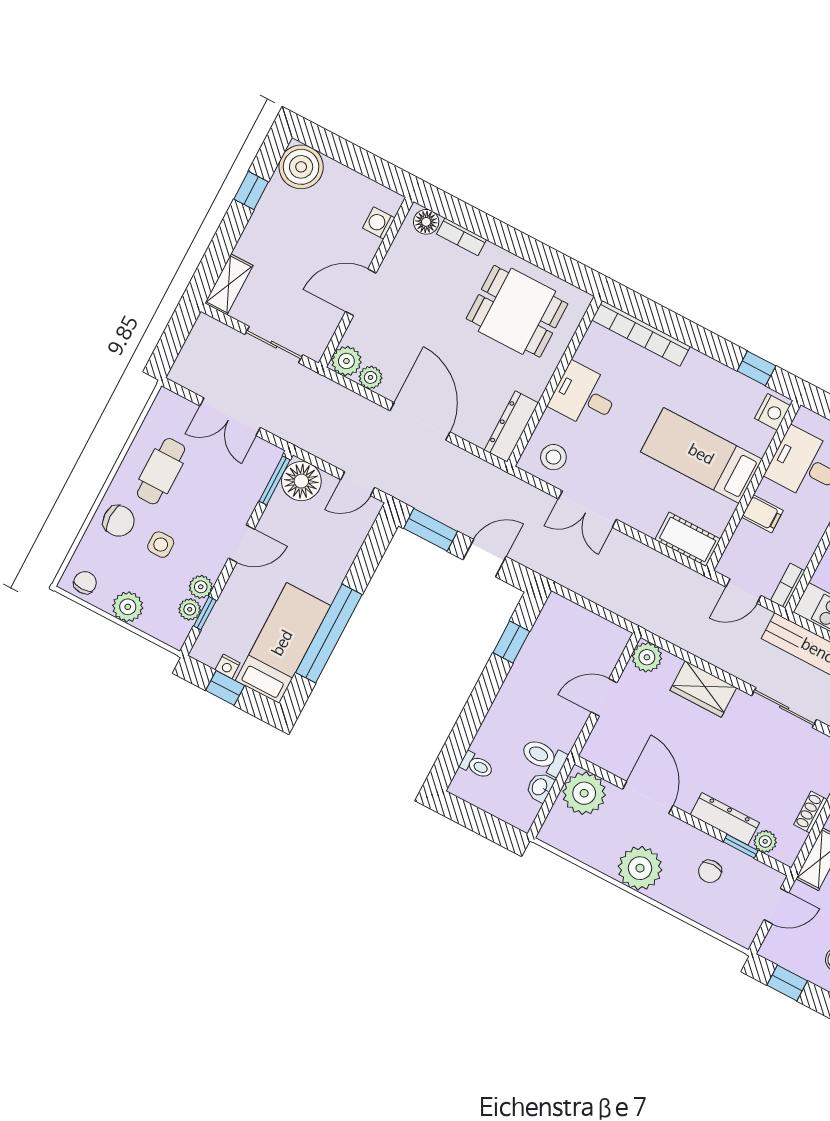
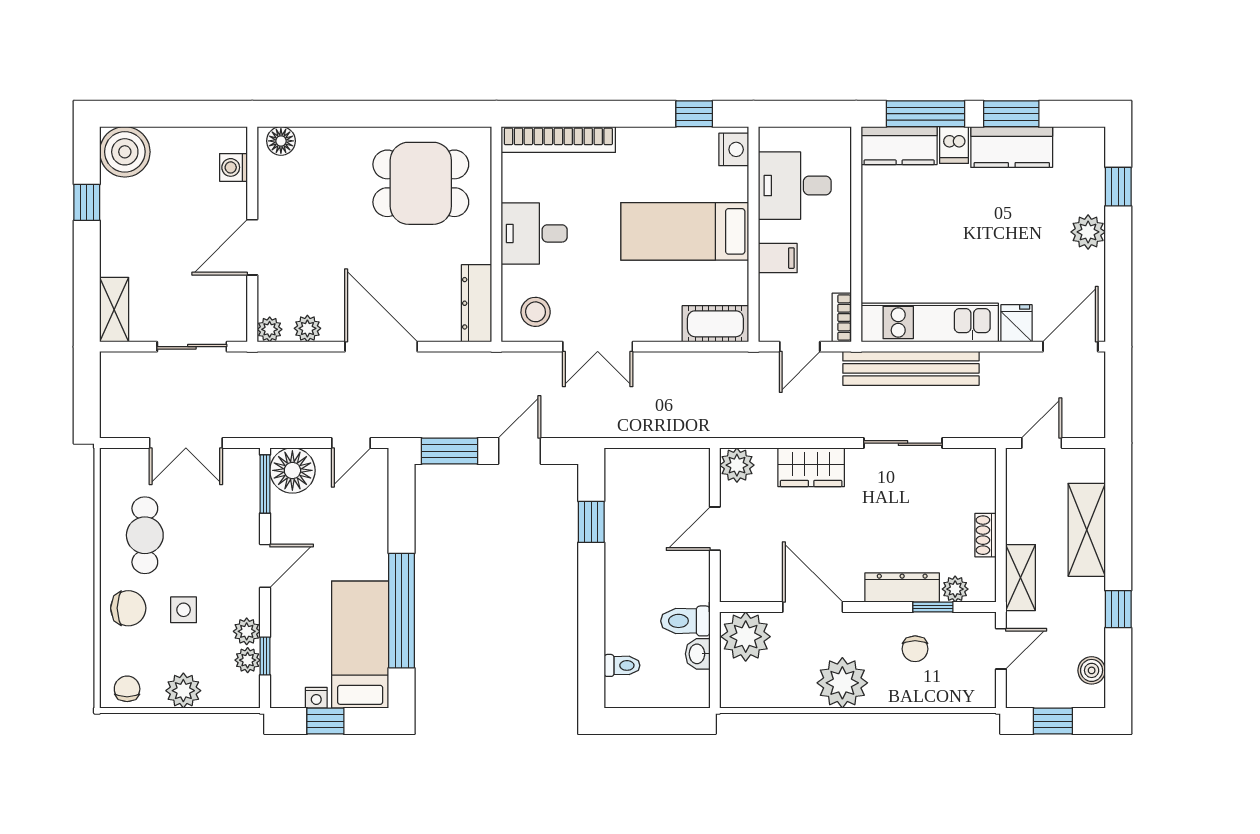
bookcase: (461, 237) -> (325, 137), removed
plant: (346, 361) -> (270, 329), width x0.73, depth x0.73

